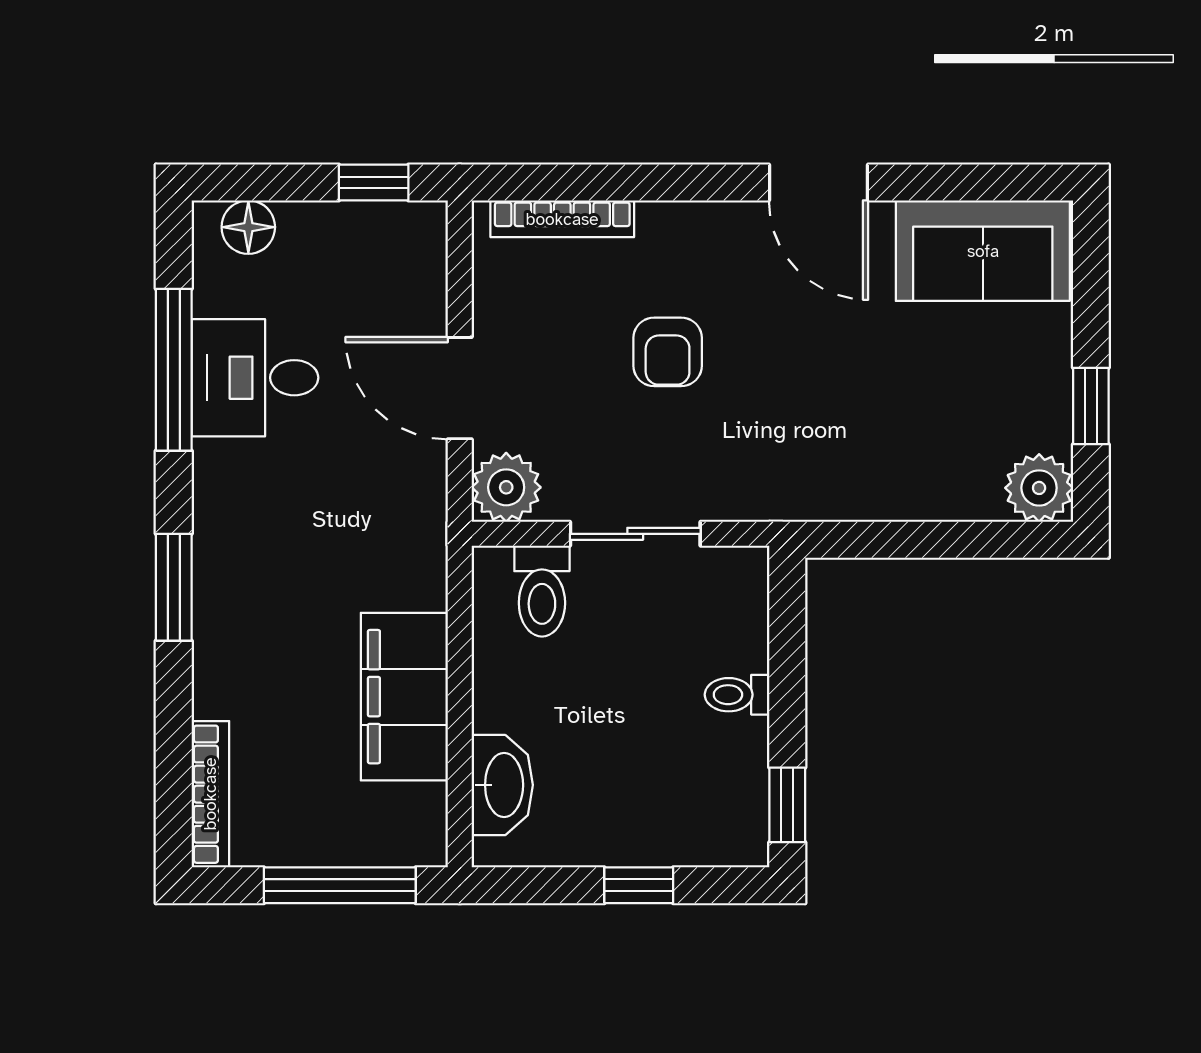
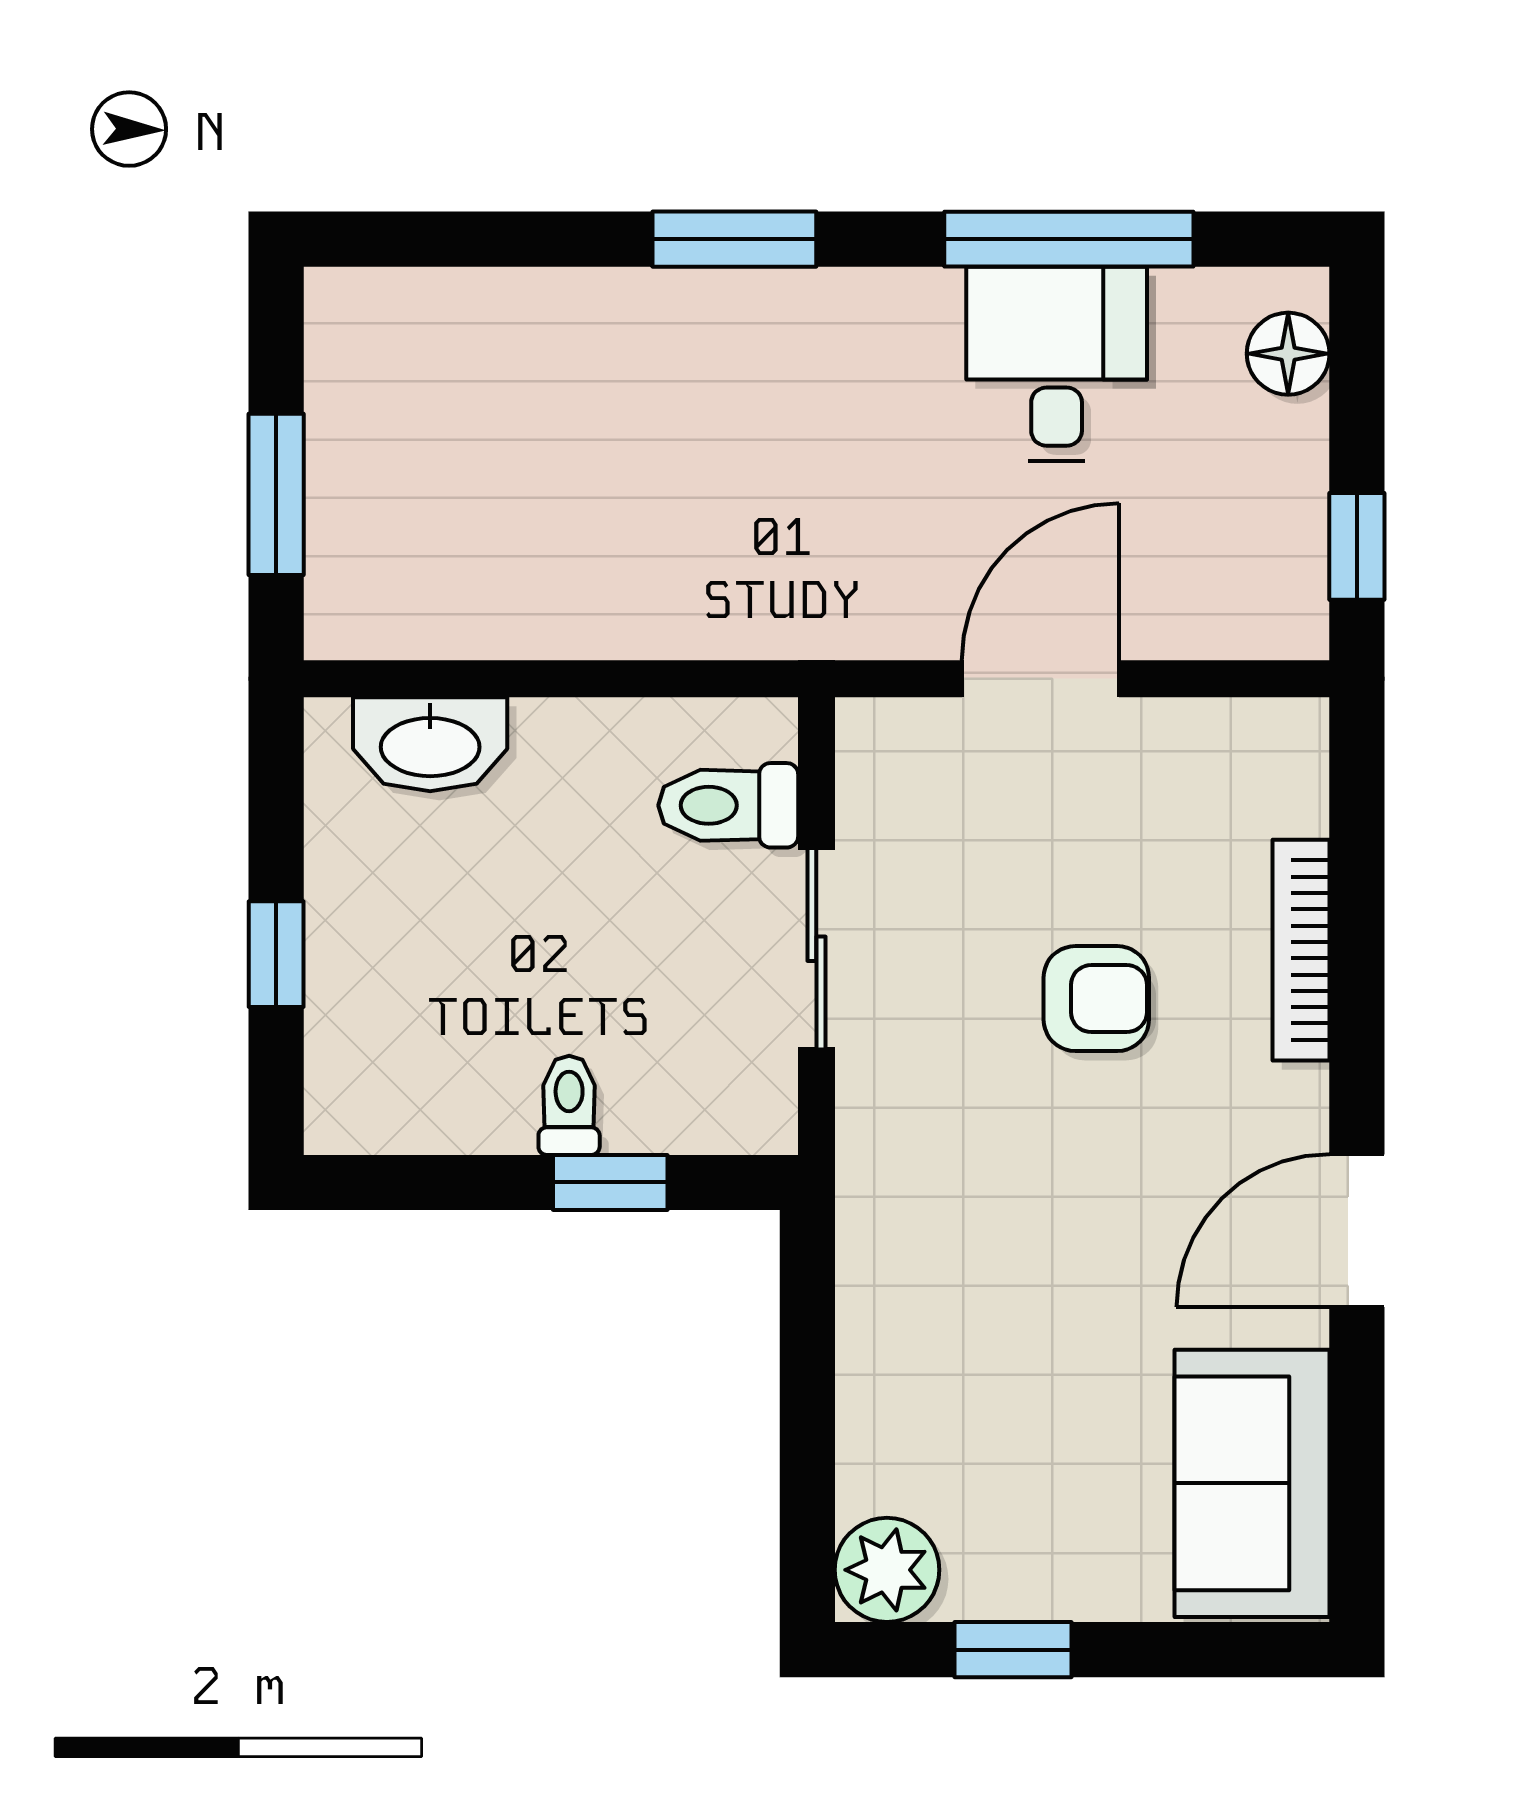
bookcase: (562, 219) -> (1301, 950), moved
armchair: (668, 352) -> (1096, 999), turned 180
plant: (506, 487) -> (888, 750), removed
filing cabinet: (404, 697) -> (566, 594), removed
bookcase: (210, 794) -> (416, 295), removed
window: (787, 805) -> (610, 1182), moved
window: (340, 885) -> (276, 494), width x0.69

